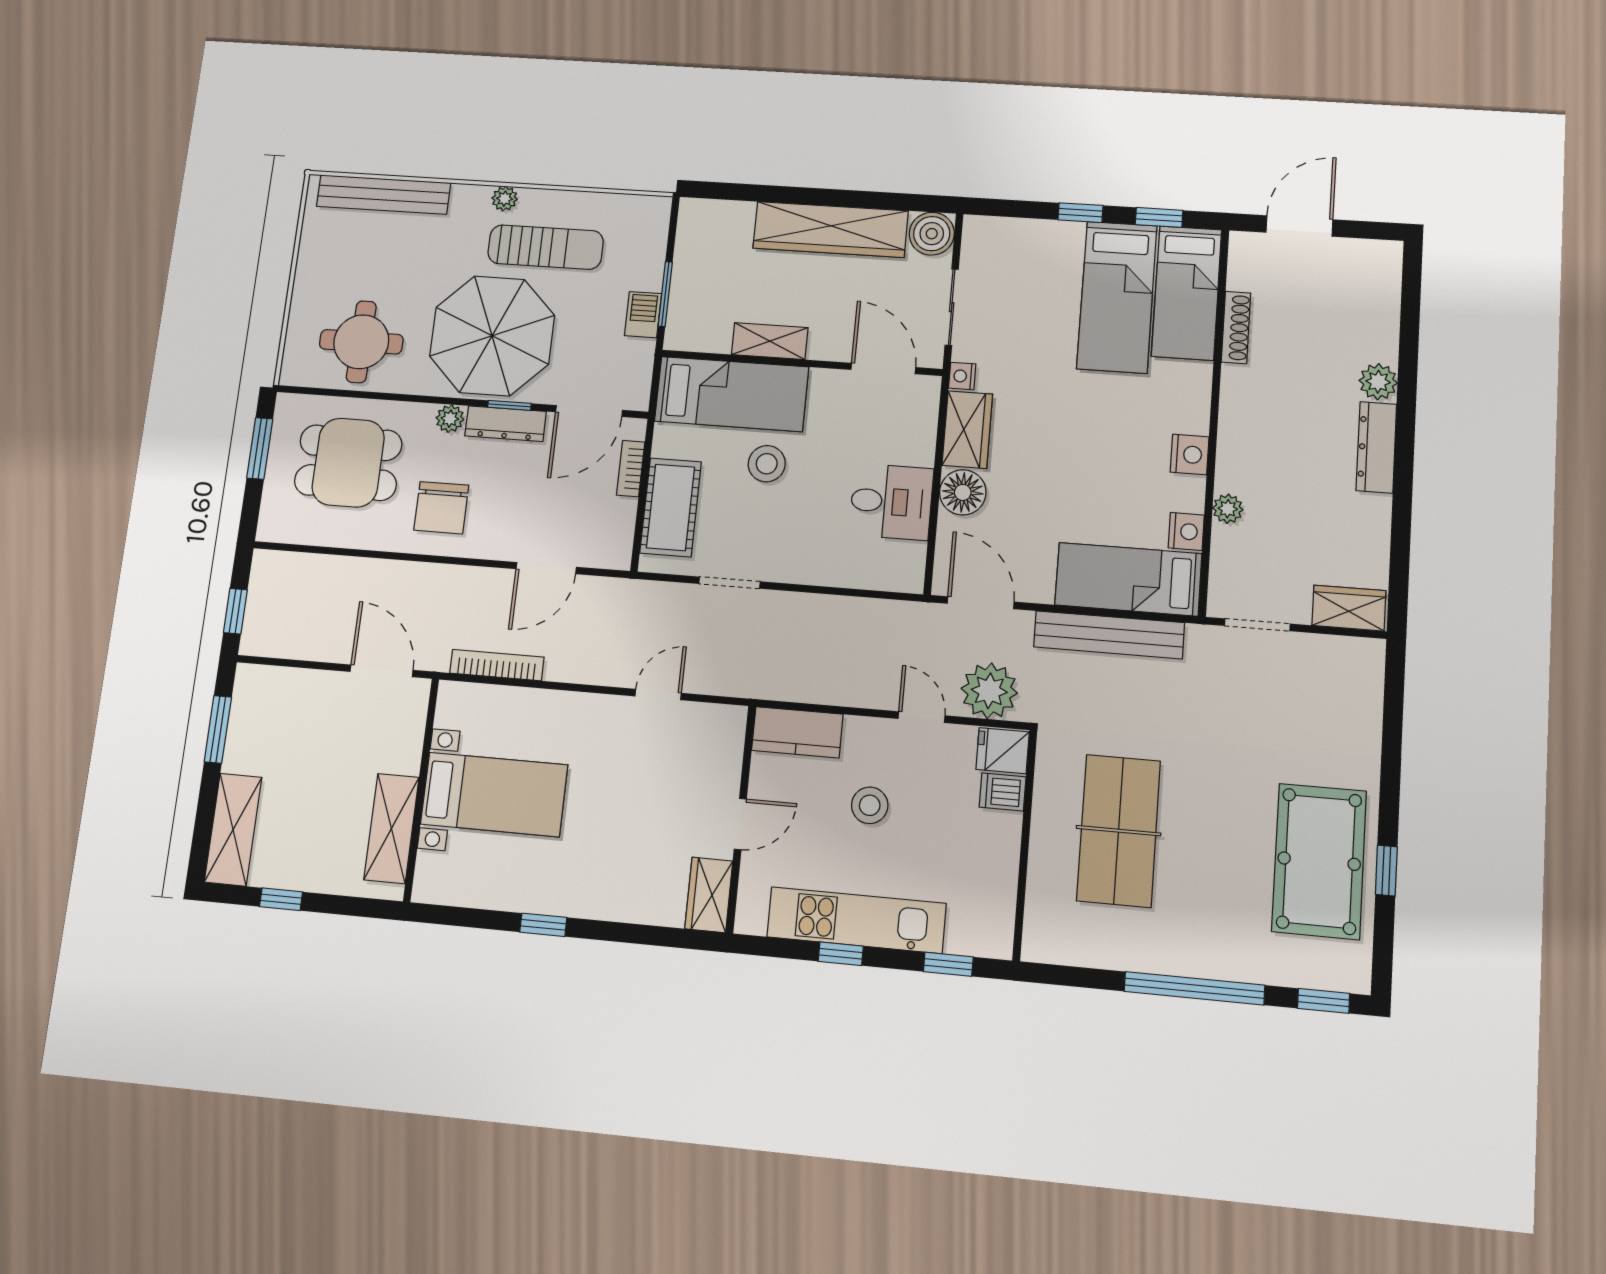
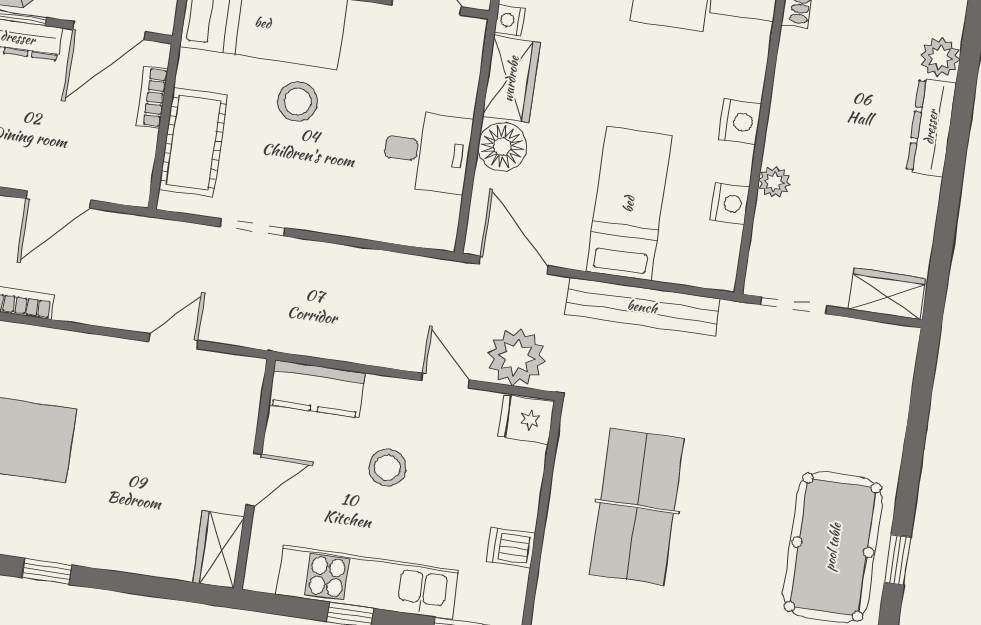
bed: (1128, 579) -> (629, 204), moved, turned 90
dishwasher: (1003, 792) -> (511, 548), moved

